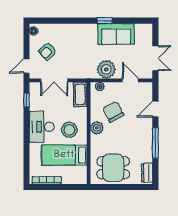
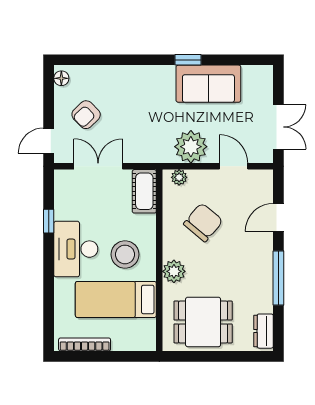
double door: (54, 80) -> (98, 166), swing flipped
window: (27, 100) -> (49, 221), moved
chair: (113, 112) -> (203, 222), turned 68
plant: (97, 128) -> (174, 271), moved

